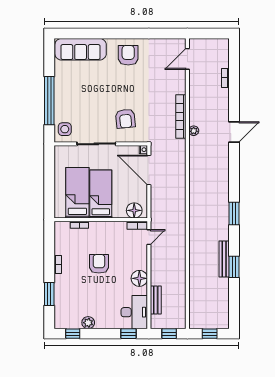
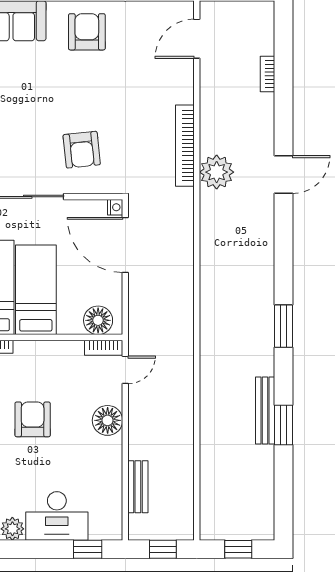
plant: (194, 131) -> (217, 172), width x1.87, depth x1.87
floor lamp: (139, 278) -> (108, 420), moved
desk: (134, 312) -> (57, 516), moved, turned 90

